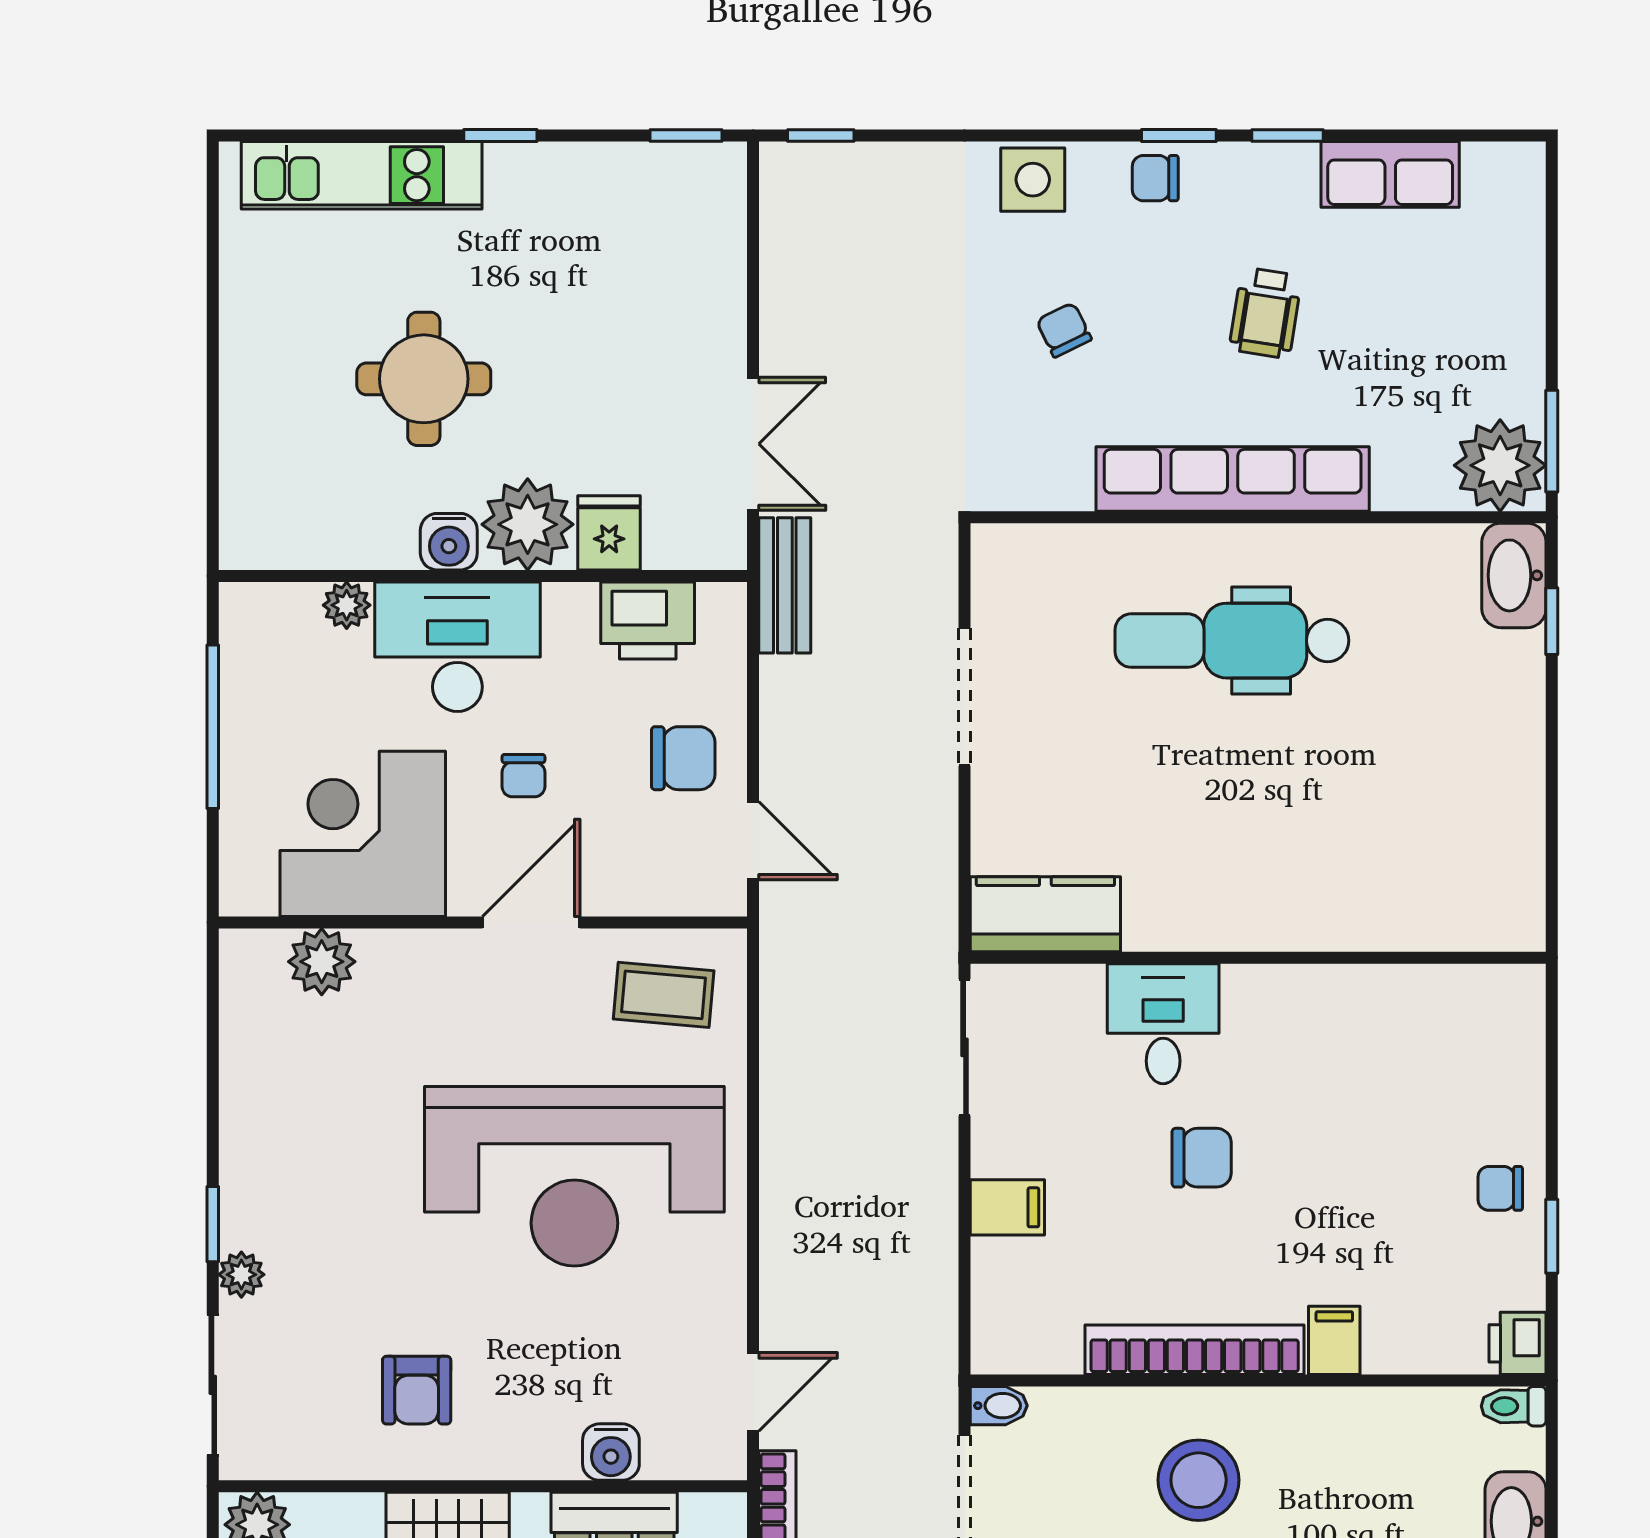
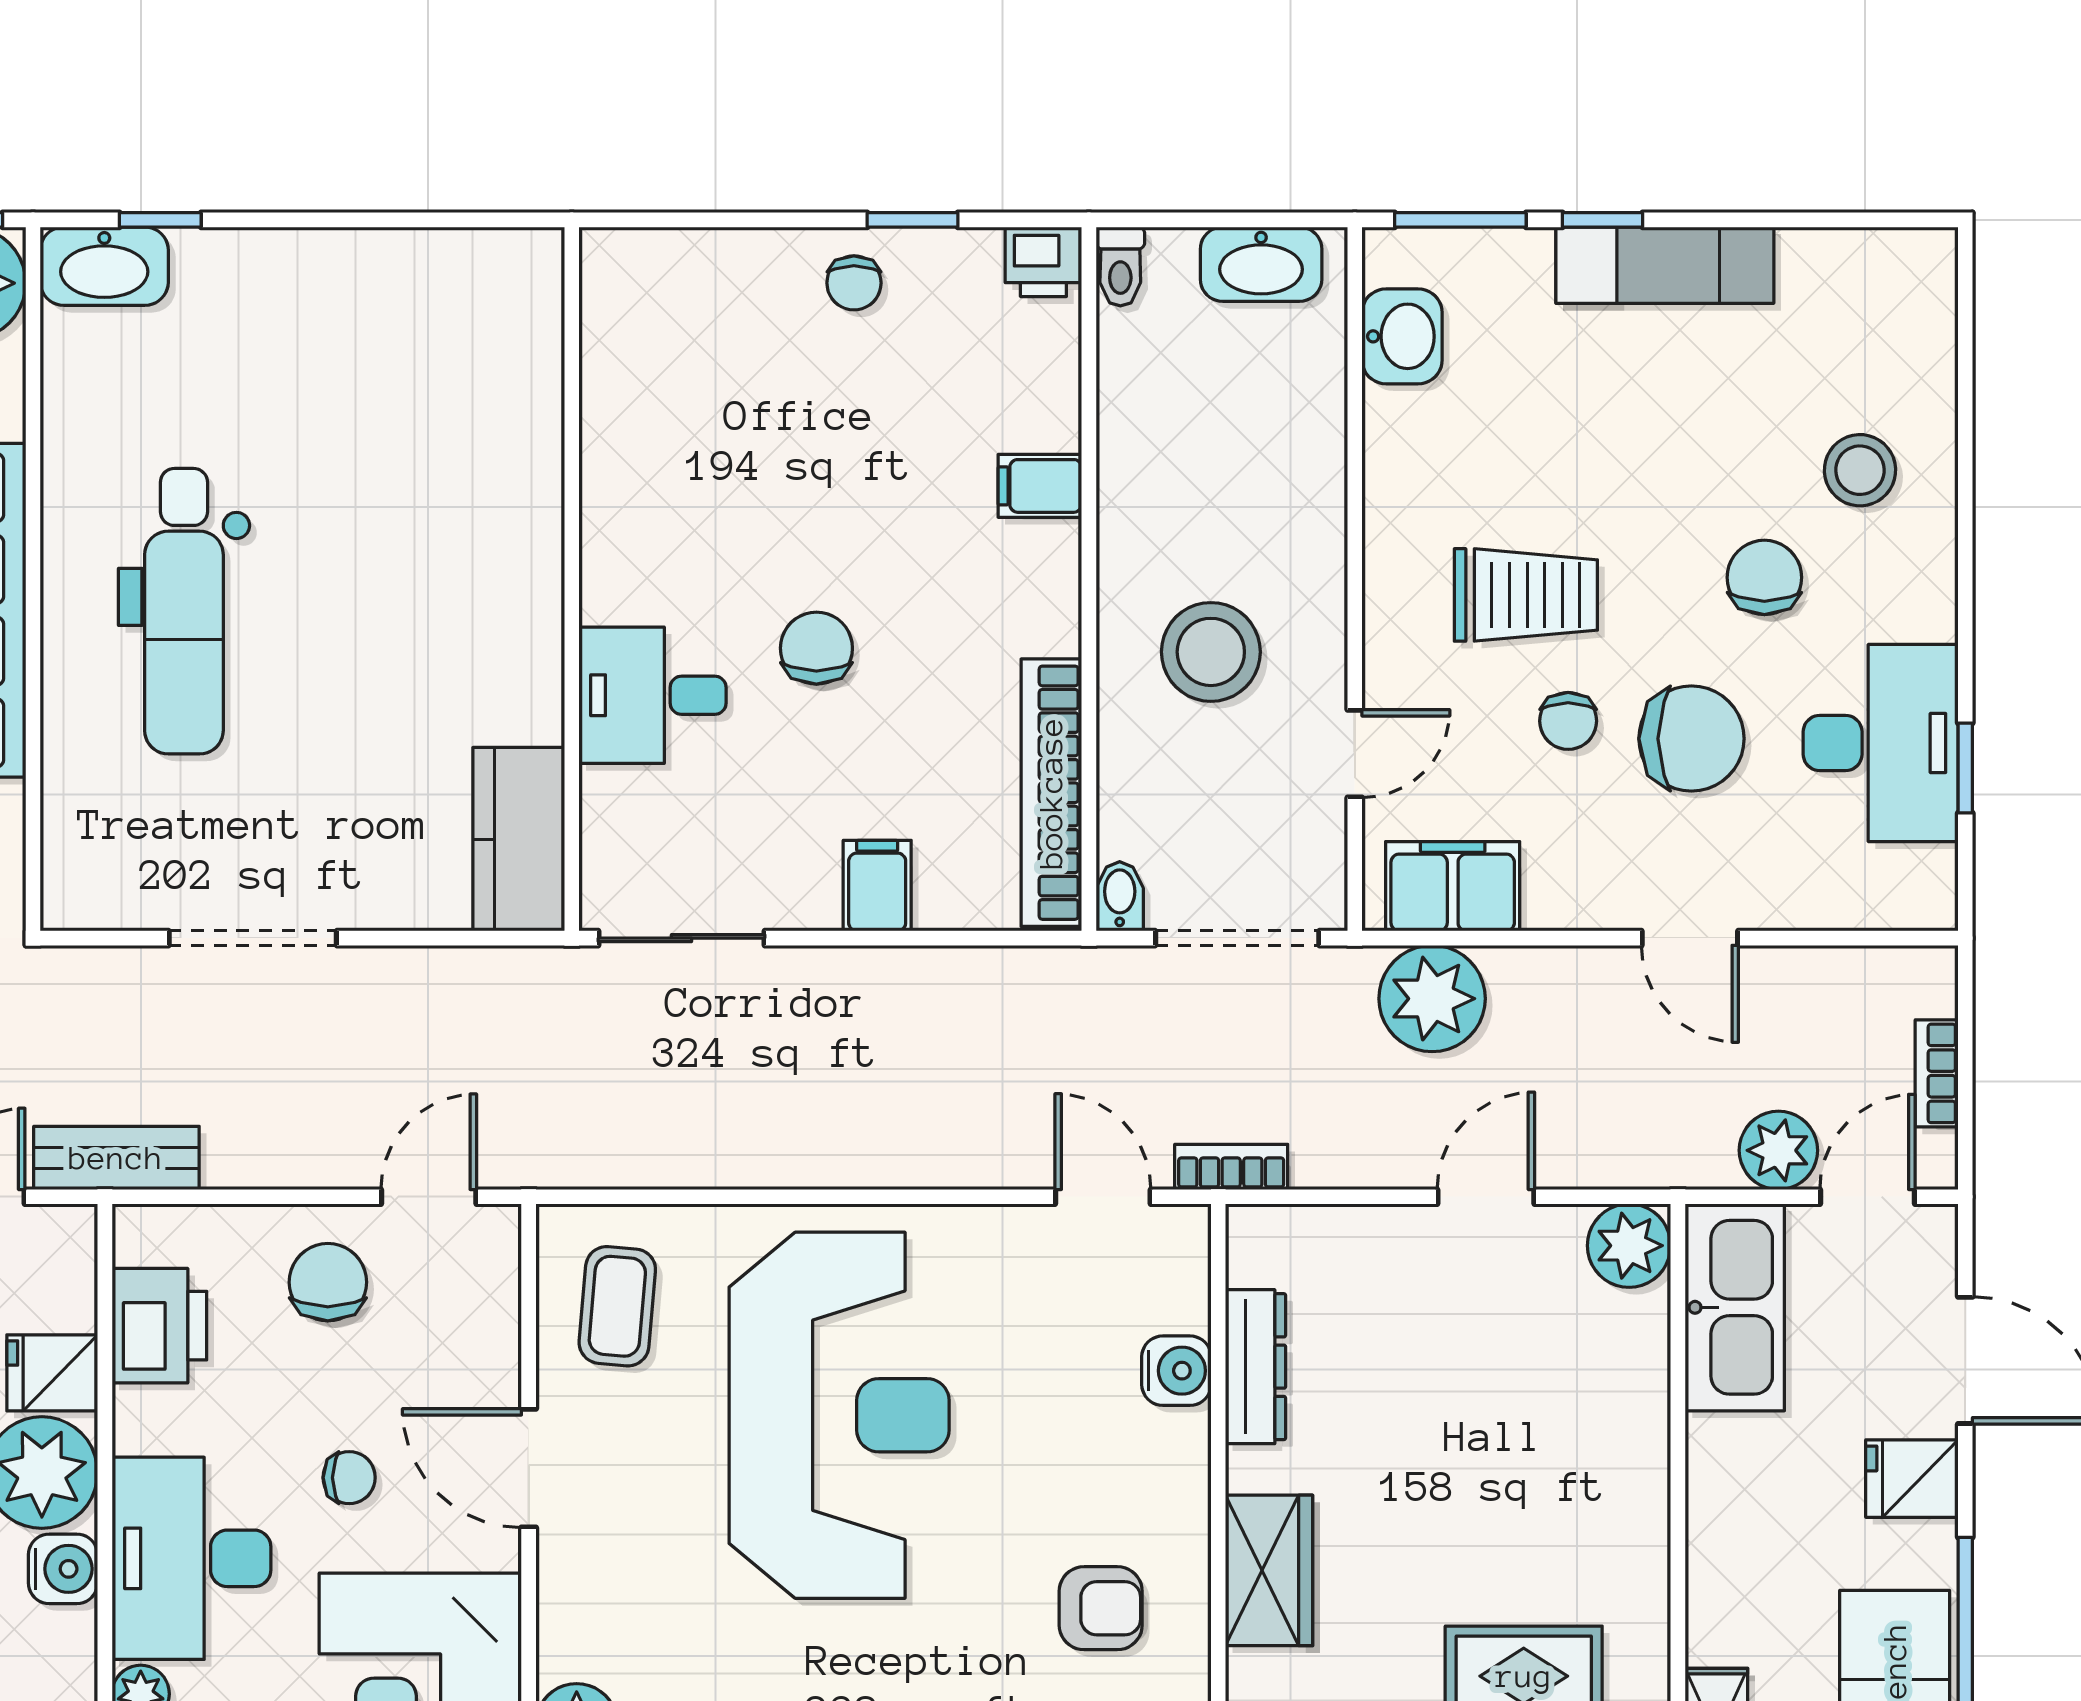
bookcase: (1195, 1350) -> (1051, 793), moved

